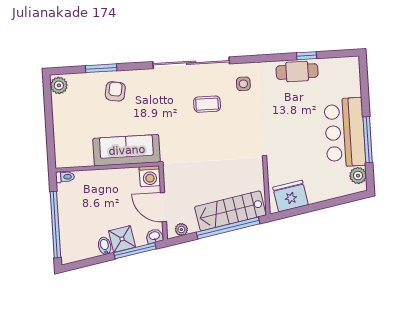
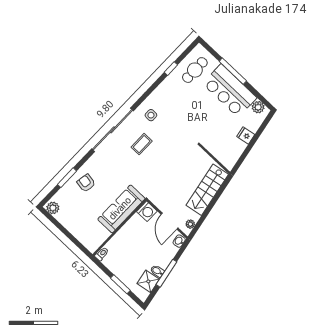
cafe table: (297, 72) -> (195, 70), moved
window: (368, 140) -> (233, 71), moved
fridge: (290, 196) -> (246, 135), moved, width x0.53, depth x0.75
door: (163, 207) -> (170, 221), hinge flipped
window: (55, 225) -> (120, 284), width x0.47
window: (228, 228) -> (215, 200), removed
shower: (122, 239) -> (148, 281), moved
window: (135, 251) -> (166, 273), moved

